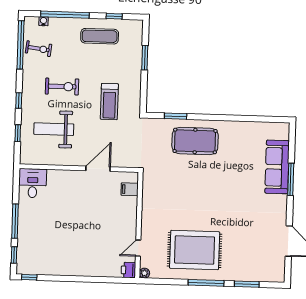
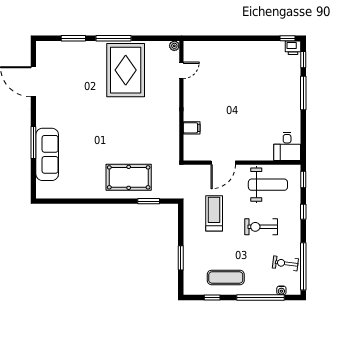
wall: (79, 168) -> (242, 163), moved
door: (98, 169) -> (223, 163), moved
desk: (33, 183) -> (287, 146), moved
rug: (195, 250) -> (126, 70), turned 90
printer: (128, 270) -> (293, 48), moved, turned 90

